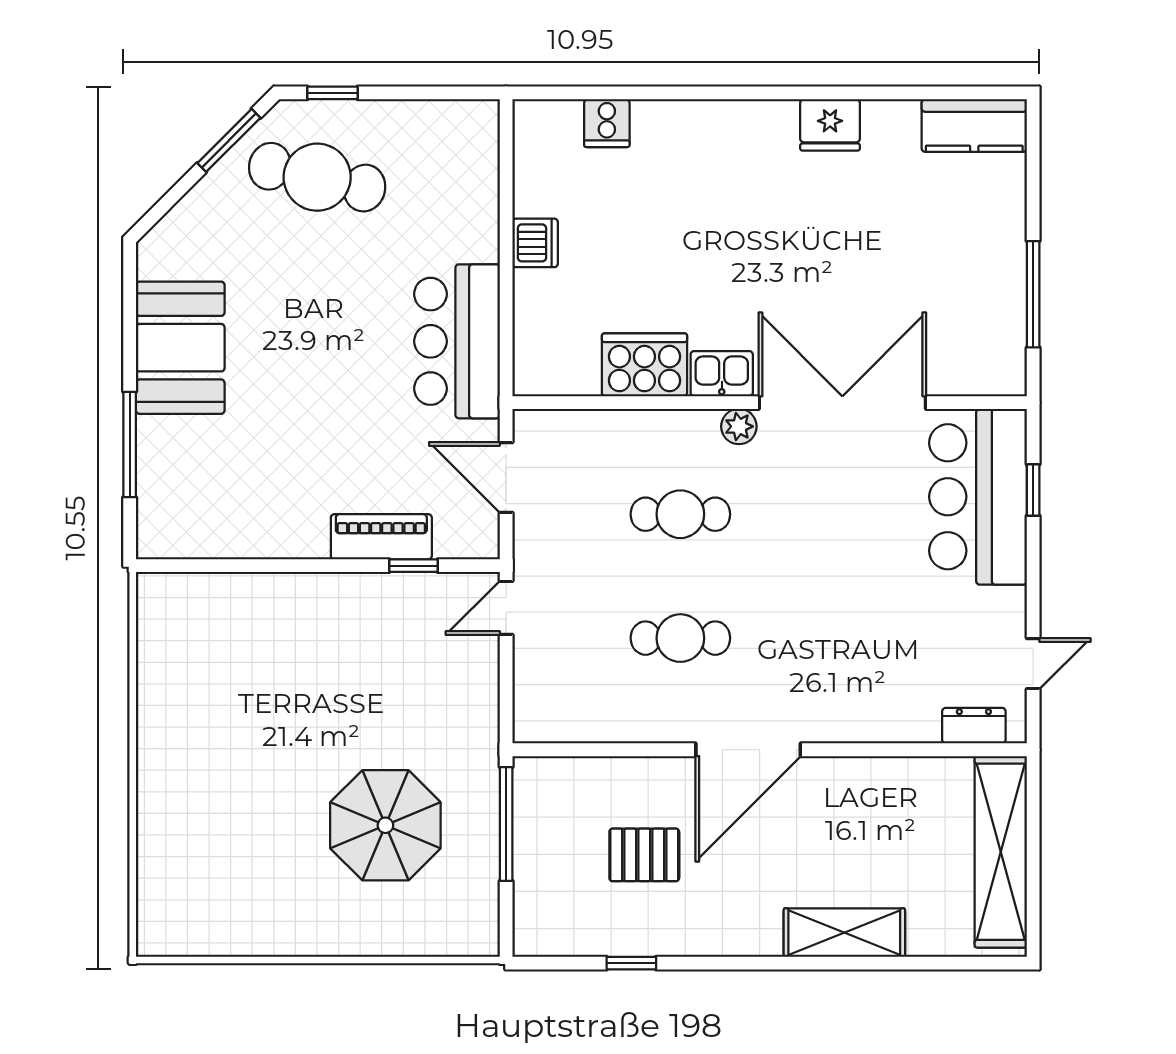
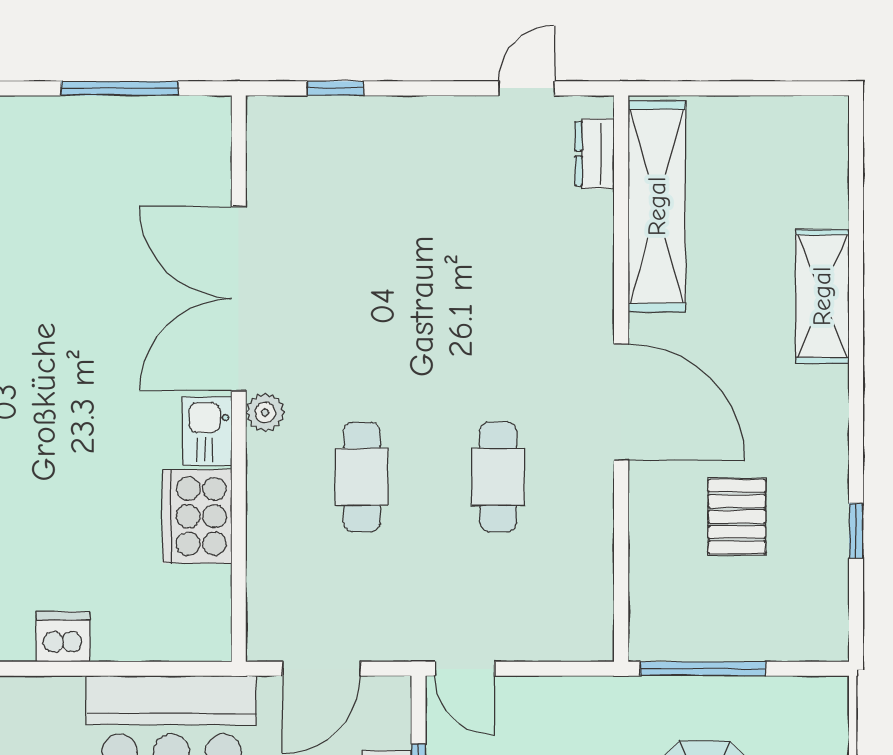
bar counter: (978, 497) -> (343, 149), removed
door: (1033, 664) -> (526, 88), hinge flipped
shelving: (1001, 852) -> (657, 206), moved, turned 90

